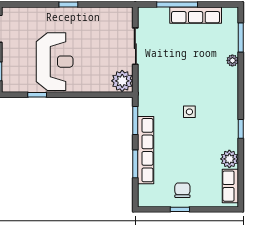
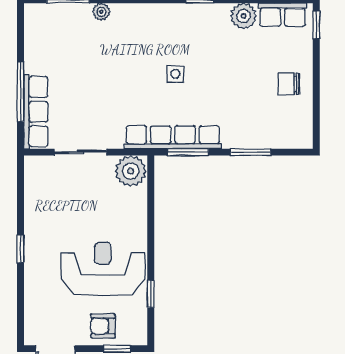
row of seats: (196, 15) -> (36, 112), moved
armchair: (15, 62) -> (103, 326), added
row of seats: (146, 150) -> (173, 137), moved
window: (180, 209) -> (316, 25), moved

